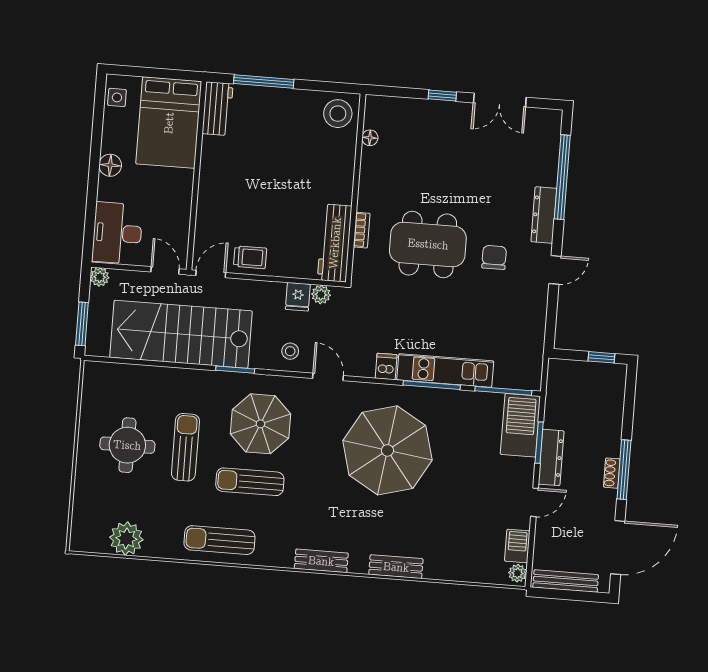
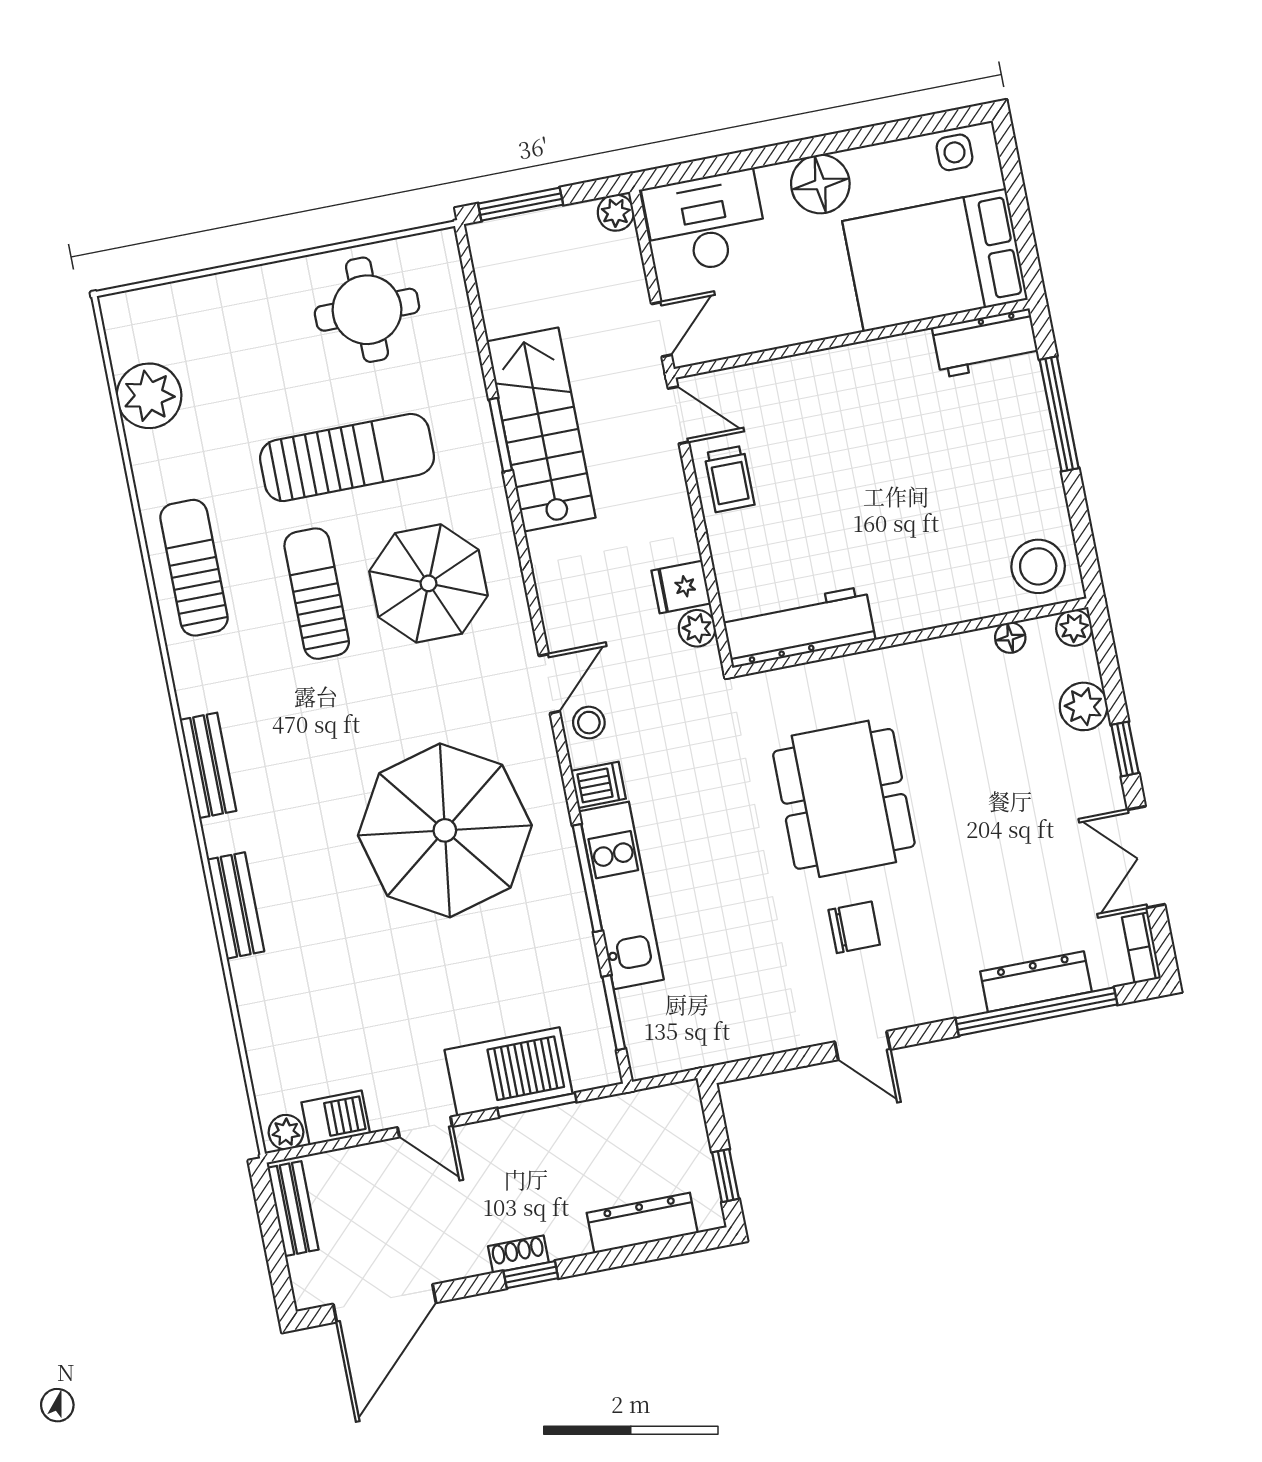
plant: (374, 104) -> (1074, 628), added
plant: (415, 110) -> (1084, 706), added
floor lamp: (110, 165) -> (820, 184), width x1.38, depth x1.38
dresser: (544, 215) -> (1036, 982), moved
bookcase: (362, 230) -> (1141, 948), moved, turned 90
stairs: (181, 334) -> (541, 430), width x0.73, depth x0.66
stool: (290, 351) -> (589, 723), moved
window: (235, 370) -> (500, 435), moved
window: (503, 391) -> (614, 1013), width x0.69
barbecue: (520, 425) -> (508, 1072), moved
round table: (127, 445) -> (367, 310), moved
sun lounger: (185, 447) -> (347, 457), width x1.36, depth x1.34
dresser: (551, 457) -> (642, 1223), moved, turned 180
window: (624, 470) -> (531, 1275), width x0.46
door: (618, 548) -> (385, 1303), hinge flipped
bench: (566, 581) -> (293, 1209), width x0.73

